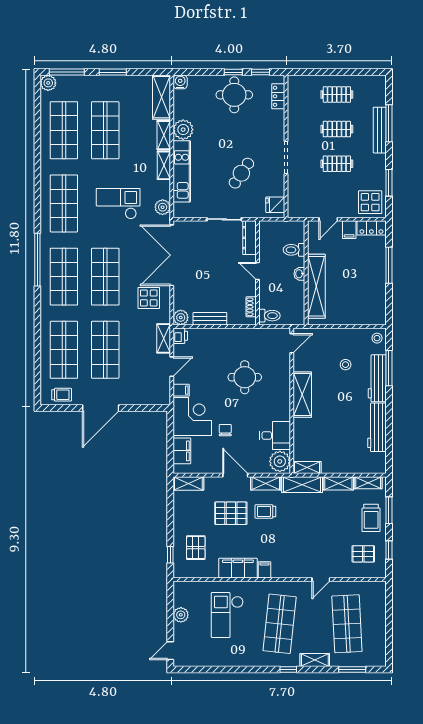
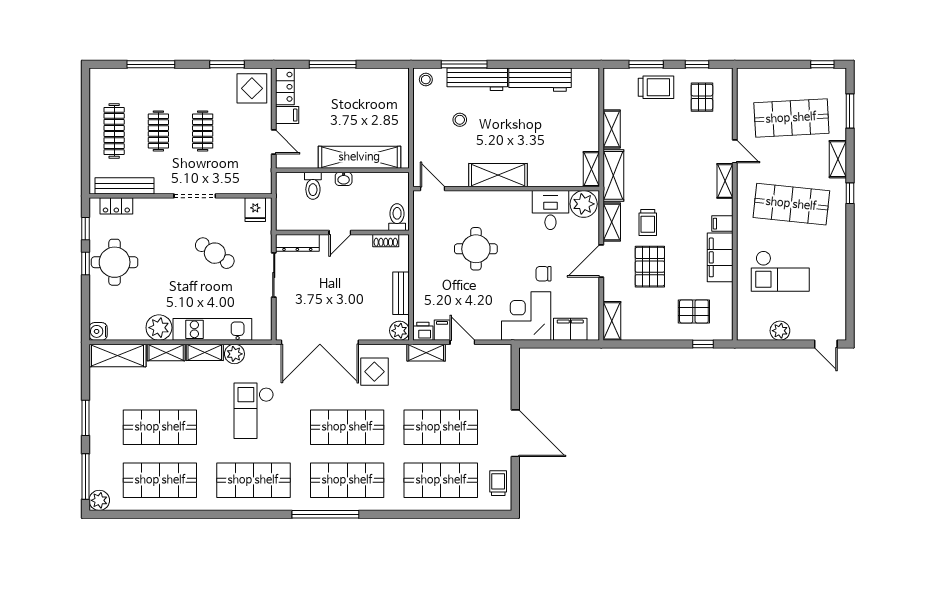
clothes rail: (337, 94) -> (114, 131), width x1.36
bench: (380, 130) -> (125, 186), moved
plant: (163, 207) -> (234, 354), moved
filing cabinet: (181, 390) -> (442, 330), moved
shelving: (368, 483) -> (725, 181), moved
window: (389, 648) -> (822, 64), added

